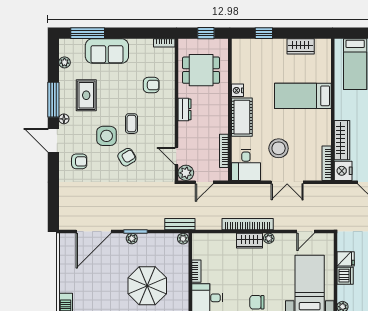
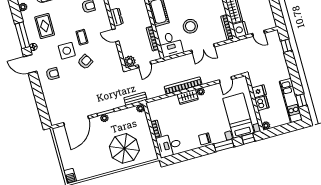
door: (176, 156) -> (116, 35), moved

